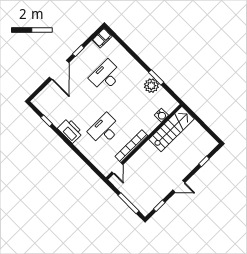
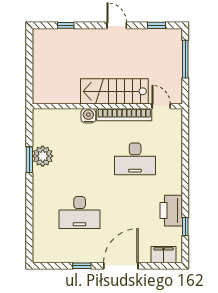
filing cabinet: (102, 38) -> (164, 255), moved
water cooler: (161, 115) -> (88, 116), moved
stairs: (172, 129) -> (114, 91), moved
printer: (70, 131) -> (171, 211), moved
door: (117, 168) -> (161, 106), hinge flipped

